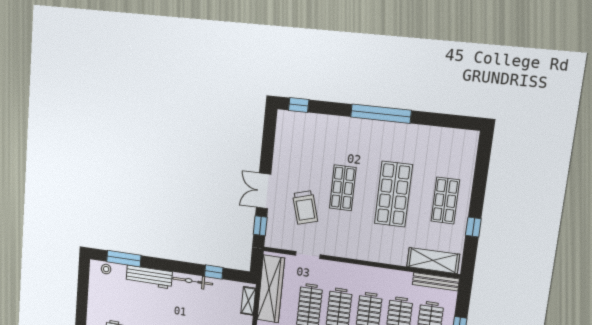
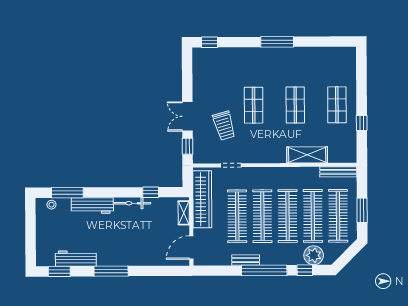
window: (381, 114) -> (277, 42), width x0.68
shop shelf: (393, 194) -> (295, 105), width x0.70, depth x0.74
shelving: (433, 261) -> (307, 155), moved

